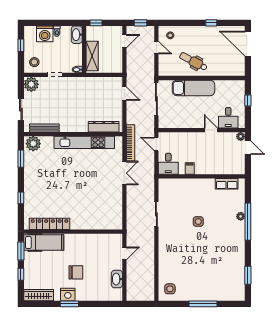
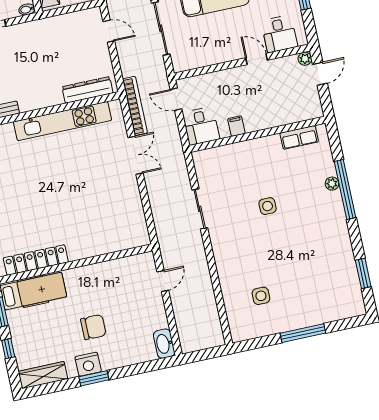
door: (248, 148) -> (320, 74), hinge flipped
washbasin: (117, 279) -> (164, 344), moved
side table: (170, 289) -> (261, 296), moved

